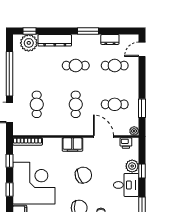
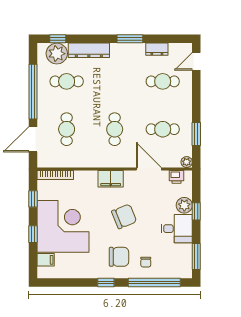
cafe table: (76, 66) -> (67, 81), moved

